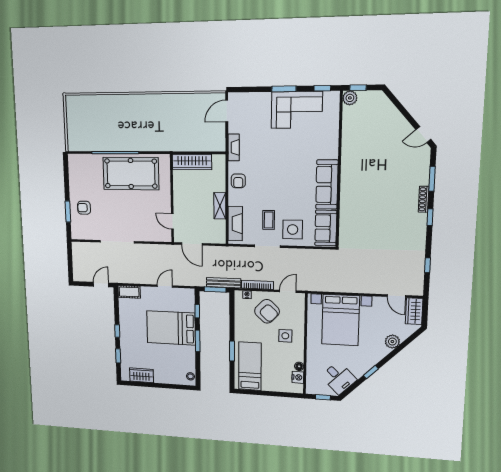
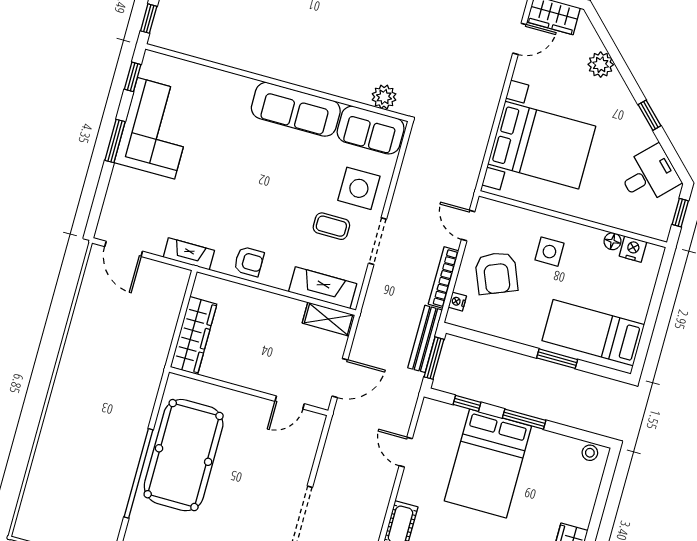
plant: (350, 98) -> (384, 97), moved
shelving: (220, 206) -> (328, 319), moved
armchair: (267, 311) -> (496, 273), turned 114

